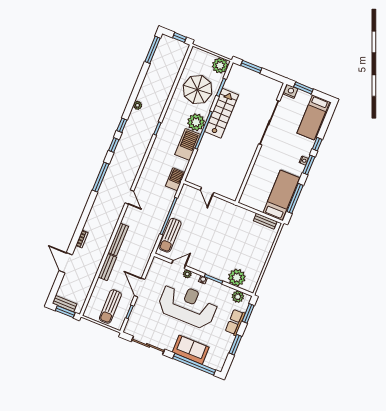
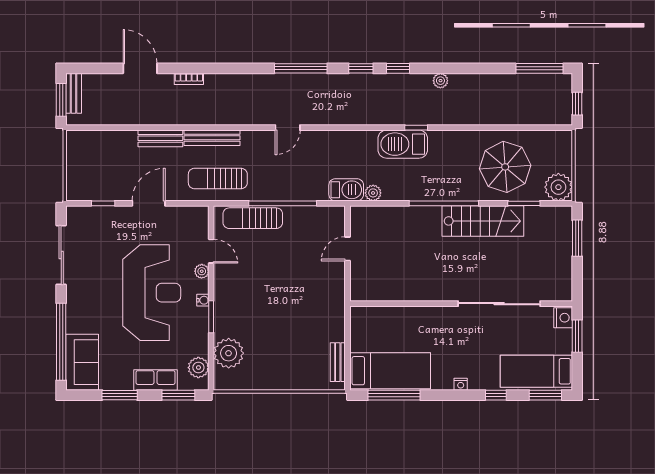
plant: (196, 122) -> (373, 193), moved, width x0.53, depth x0.53
barbecue: (188, 145) -> (403, 144), moved, turned 180
window: (309, 165) -> (545, 395), moved
door: (66, 263) -> (140, 68), hinge flipped
sun lounger: (110, 307) -> (218, 179), moved
sofa: (191, 350) -> (82, 362), moved

